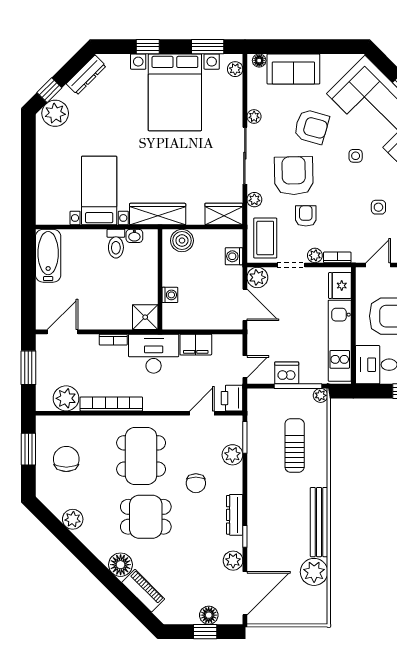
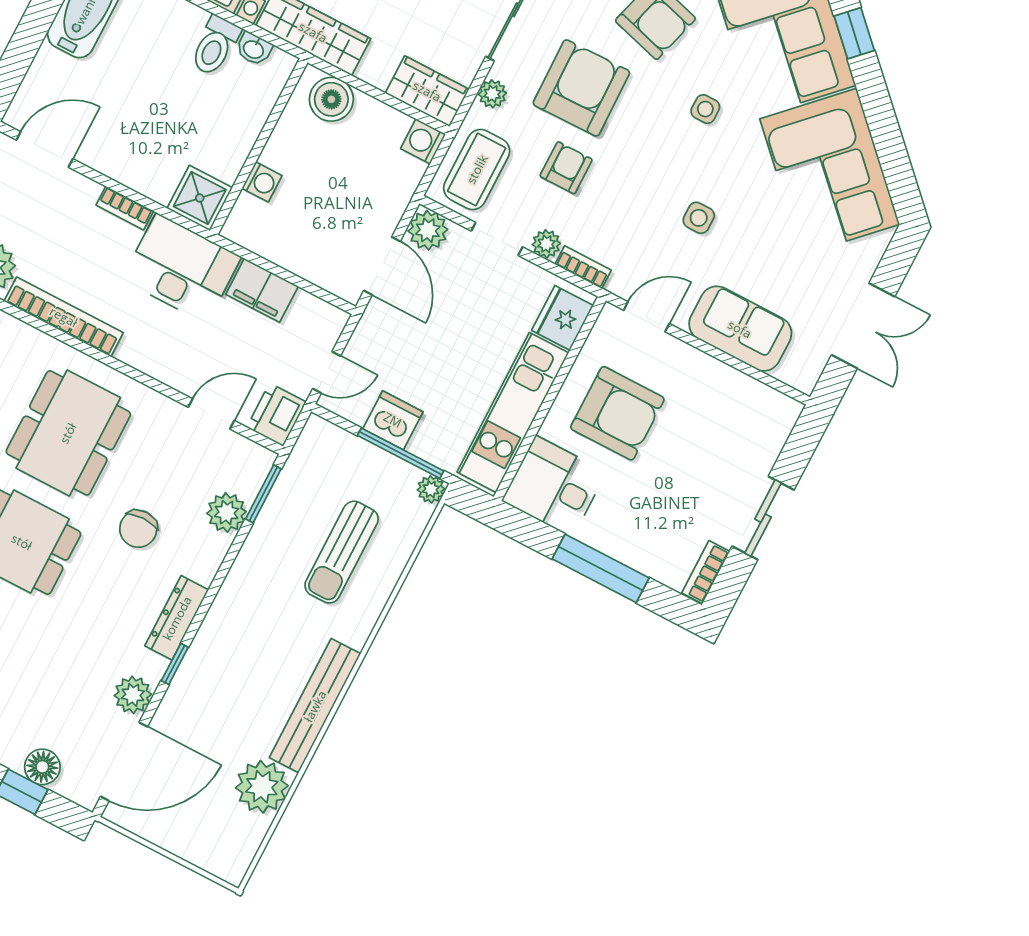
washing machine: (234, 256) -> (423, 141), moved
sun lounger: (295, 445) -> (342, 552), turned 180

